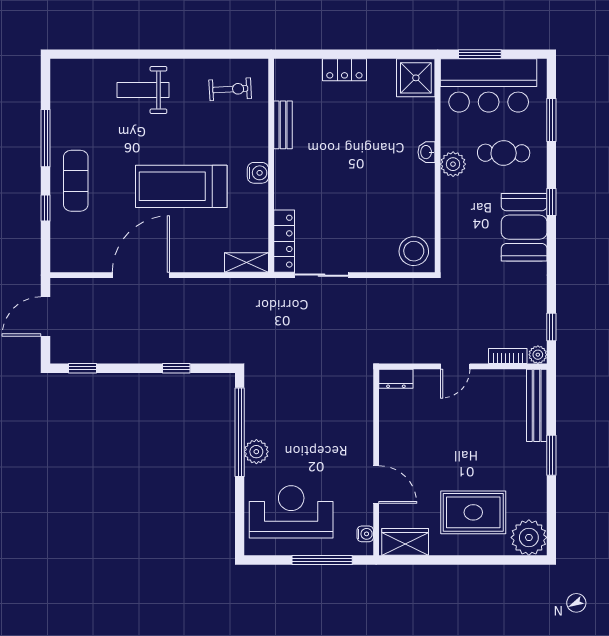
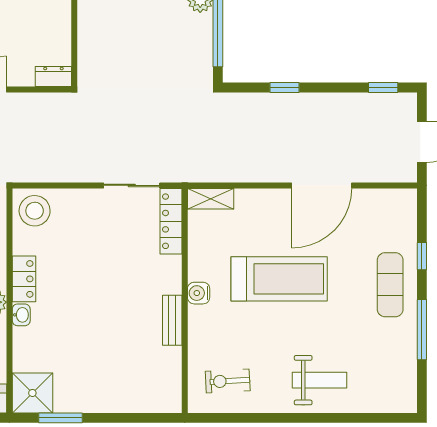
window: (389, 54) -> (60, 418), added
locker: (344, 70) -> (24, 279), moved, turned 90
bench: (283, 125) -> (172, 320), moved

